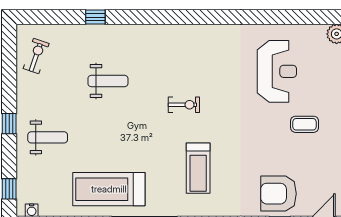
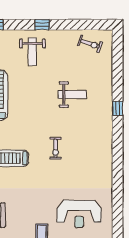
window: (95, 17) -> (118, 108), moved
weight bench: (108, 81) -> (72, 95), turned -90

